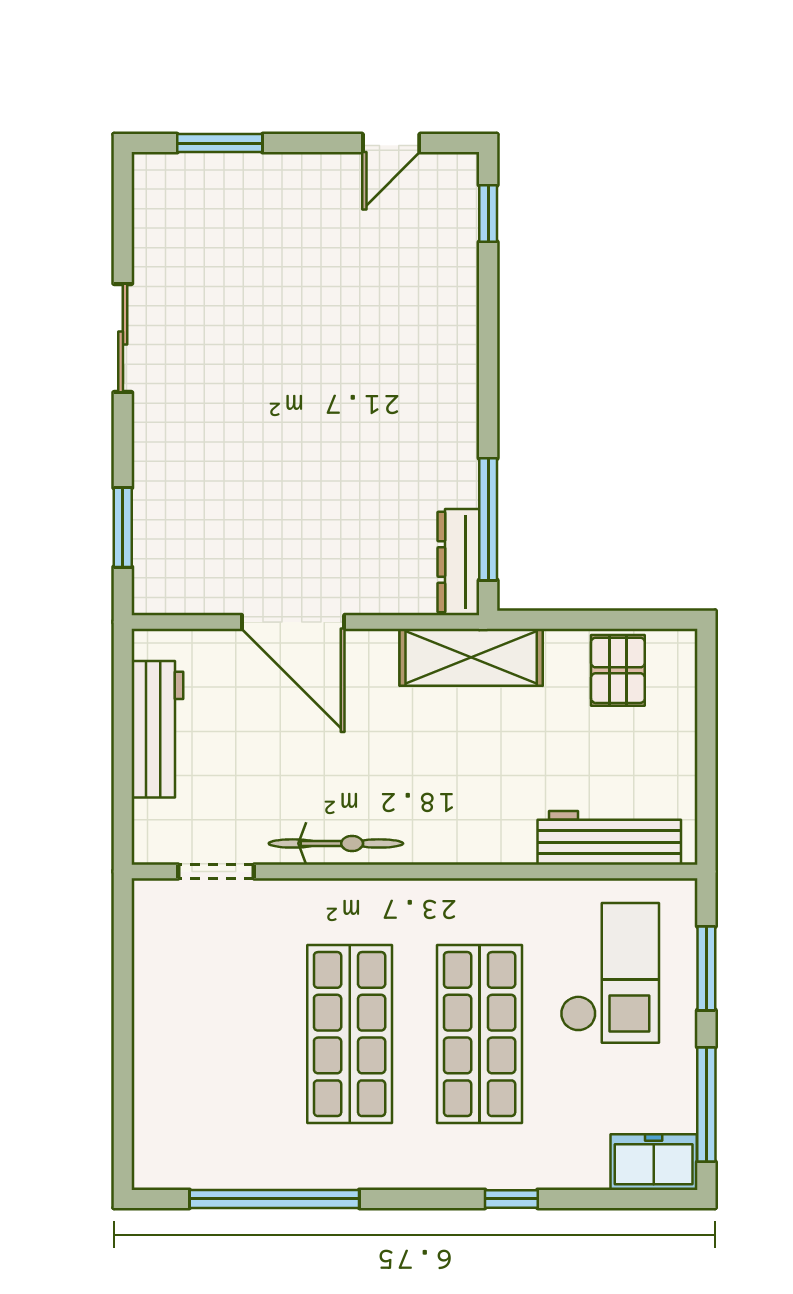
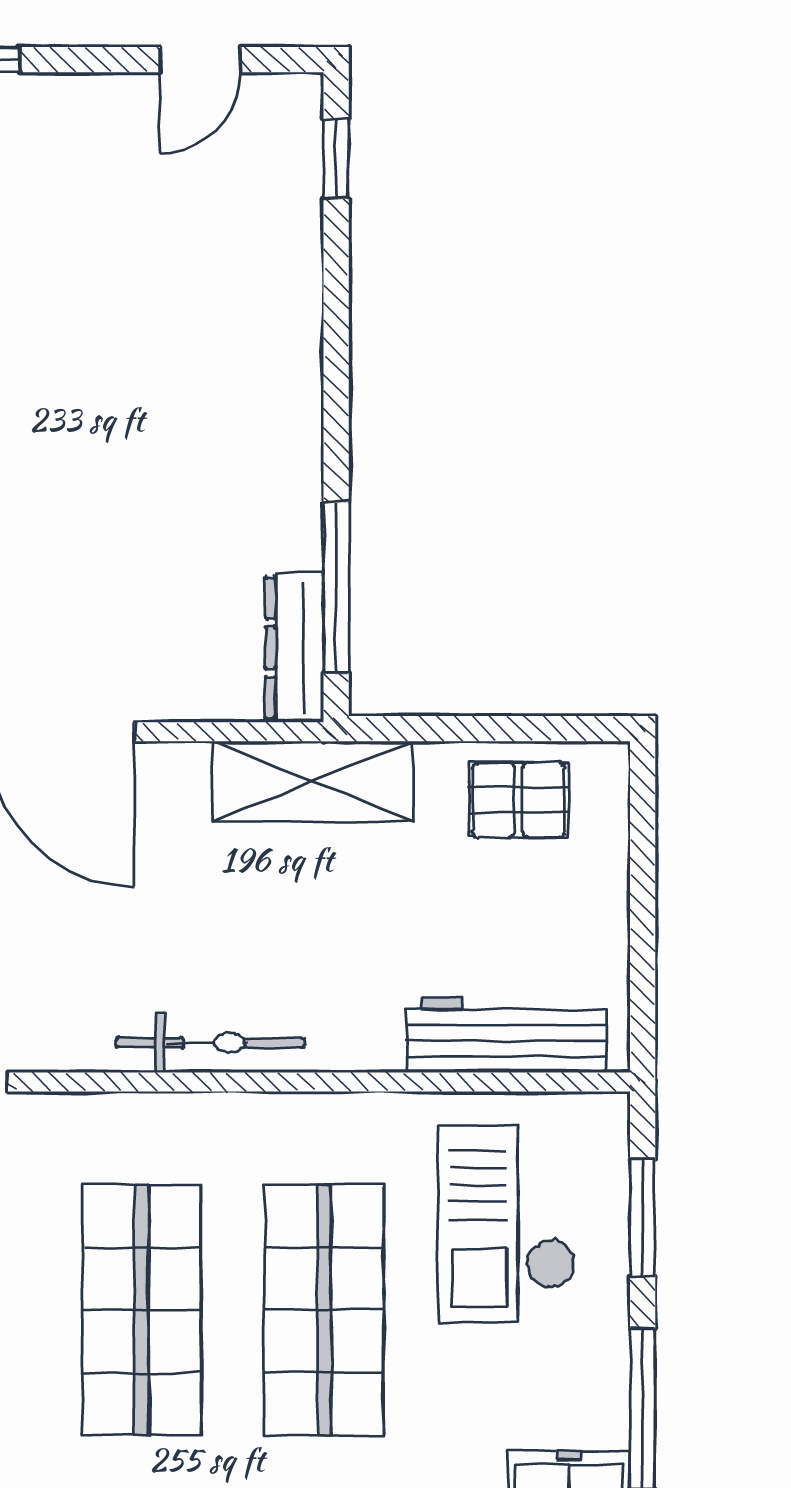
pallet: (618, 670) -> (518, 800), turned 90
bicycle: (336, 843) -> (210, 1043), moved
checkout: (610, 973) -> (507, 1224), turned 180

